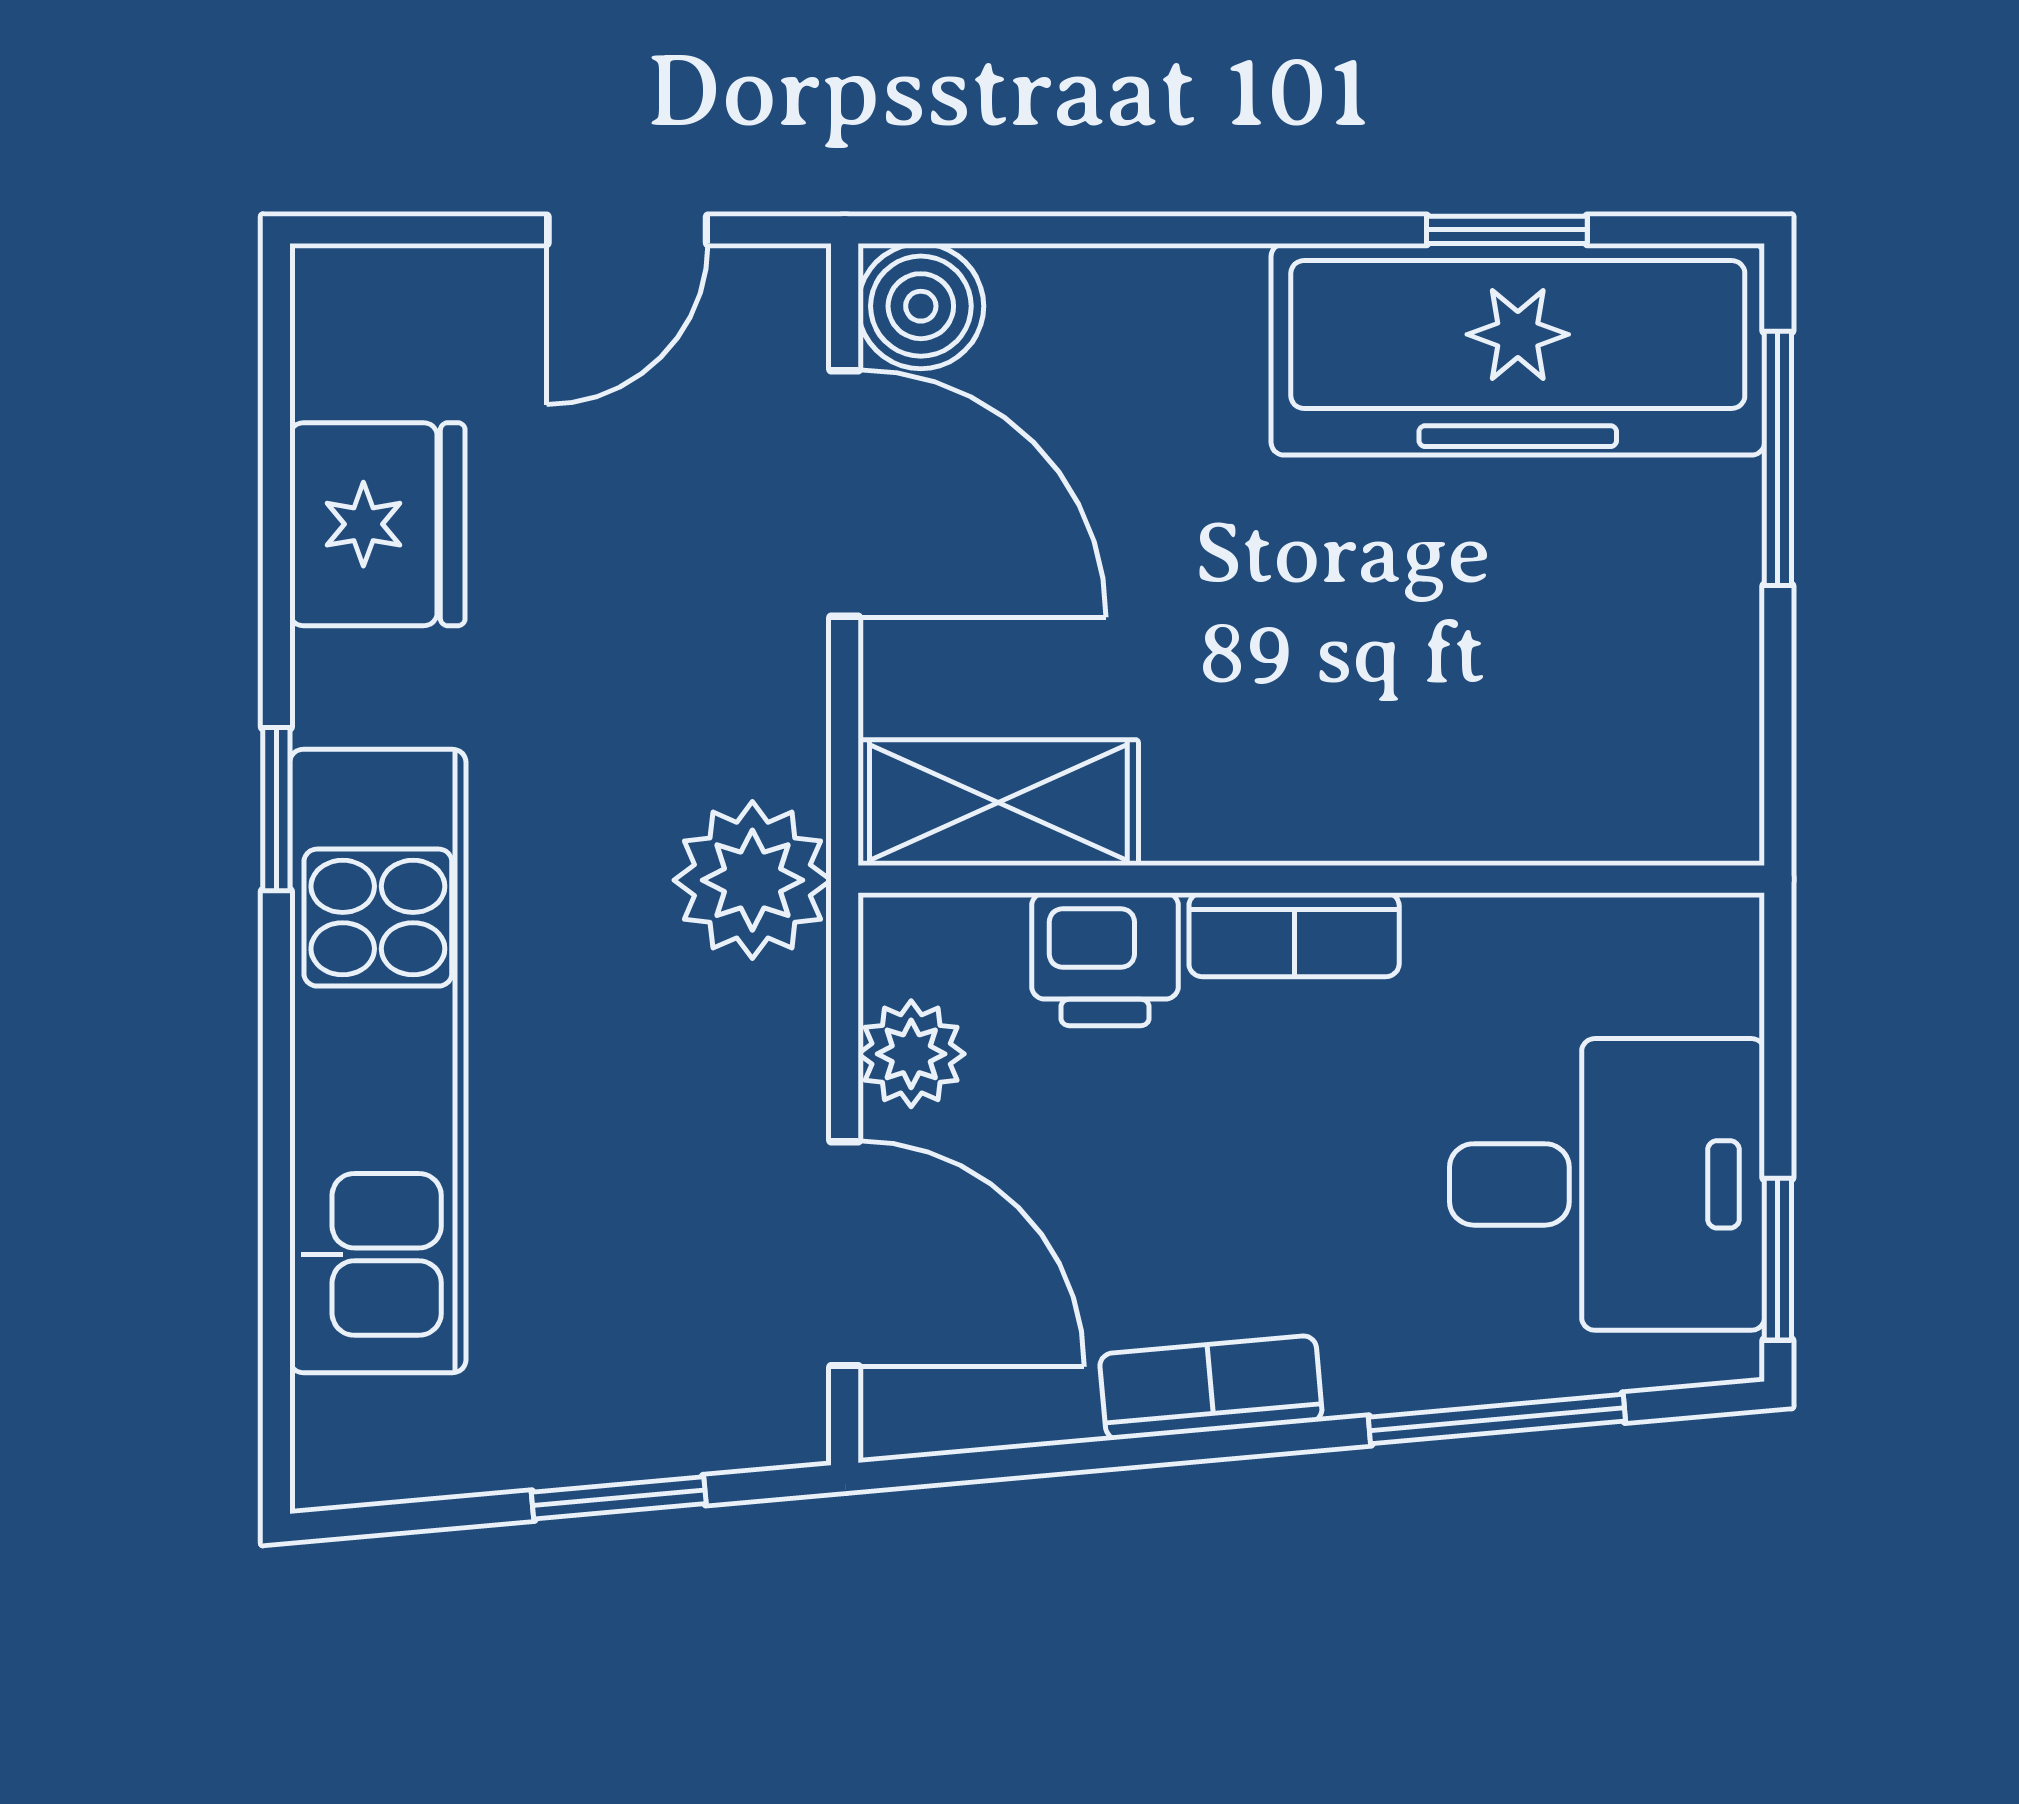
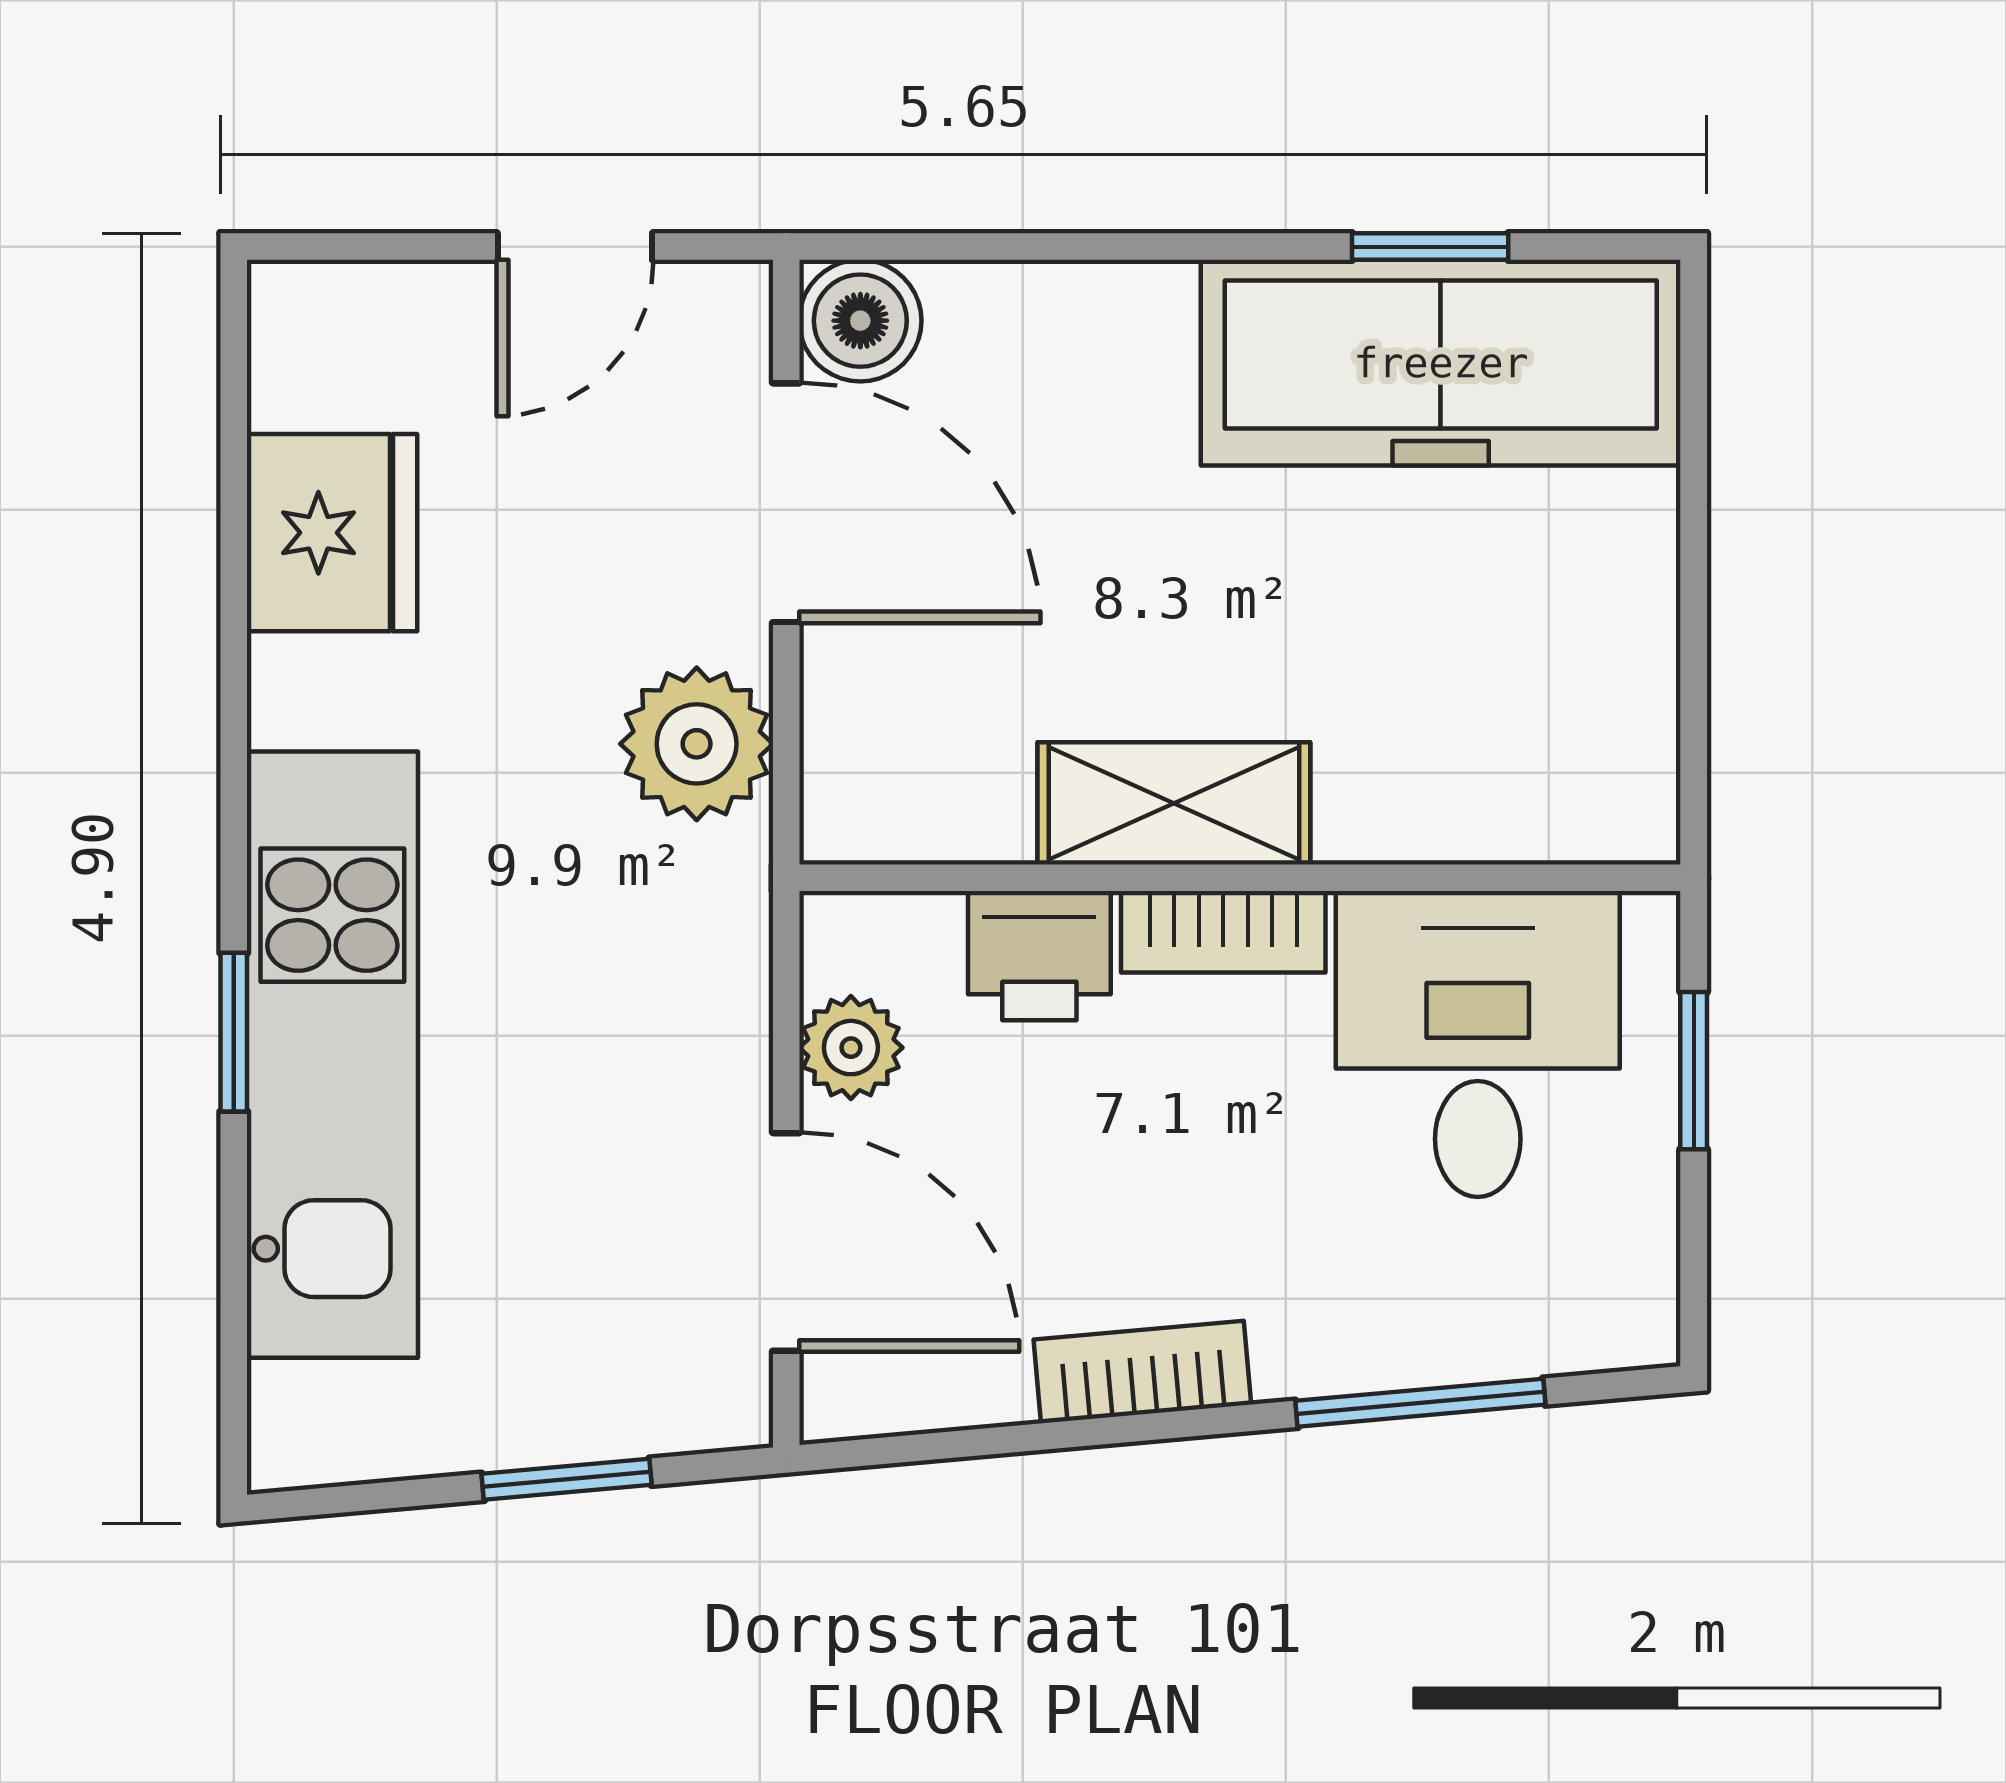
window: (1778, 458) -> (1694, 469), removed
shelving: (998, 803) -> (1174, 803), moved
window: (276, 809) -> (234, 1032), moved
plant: (752, 880) -> (697, 744), moved
desk: (1607, 1184) -> (1478, 1044), moved, turned -90
window: (1778, 1259) -> (1694, 1071), moved

